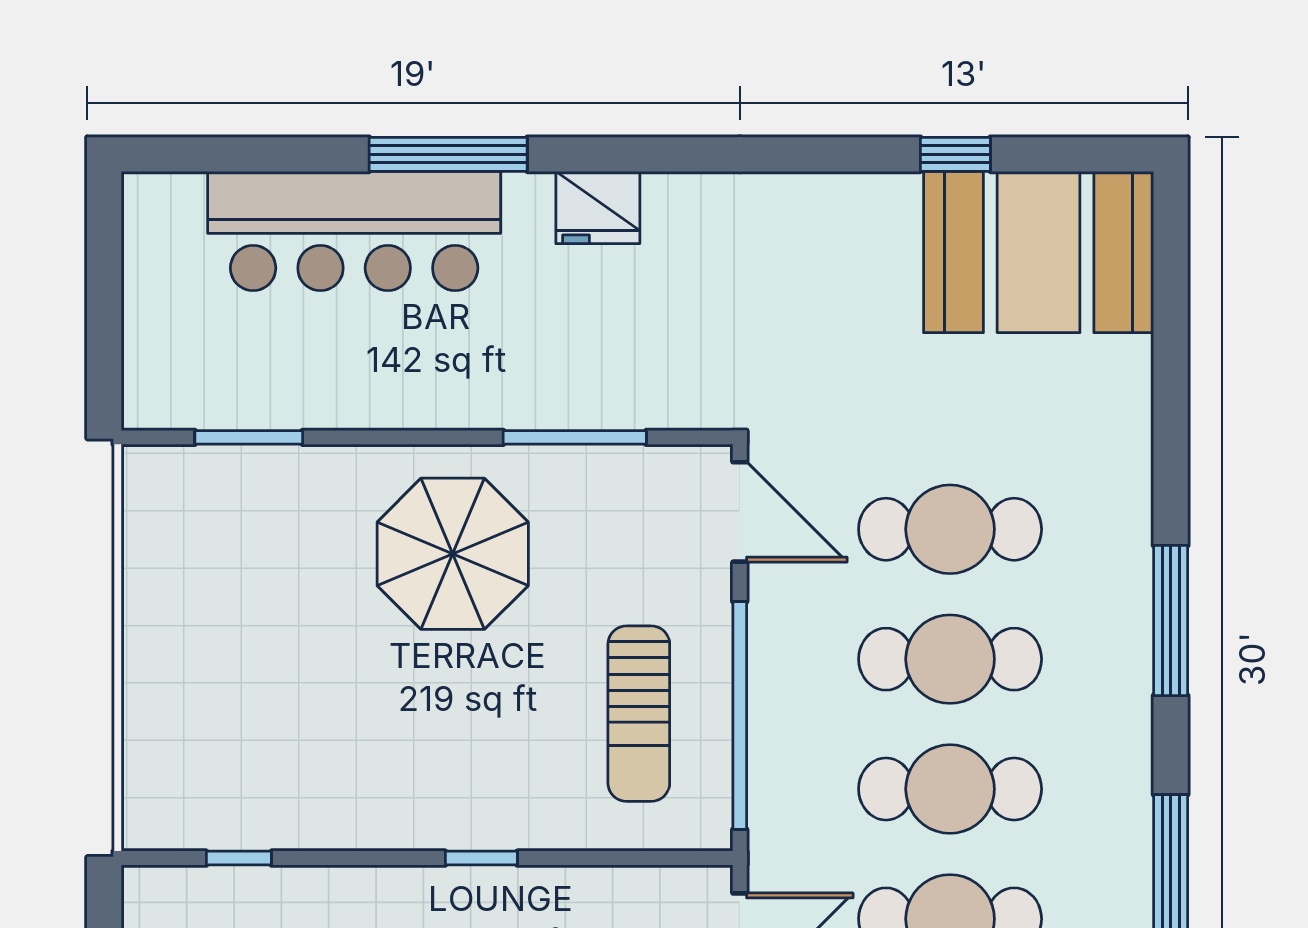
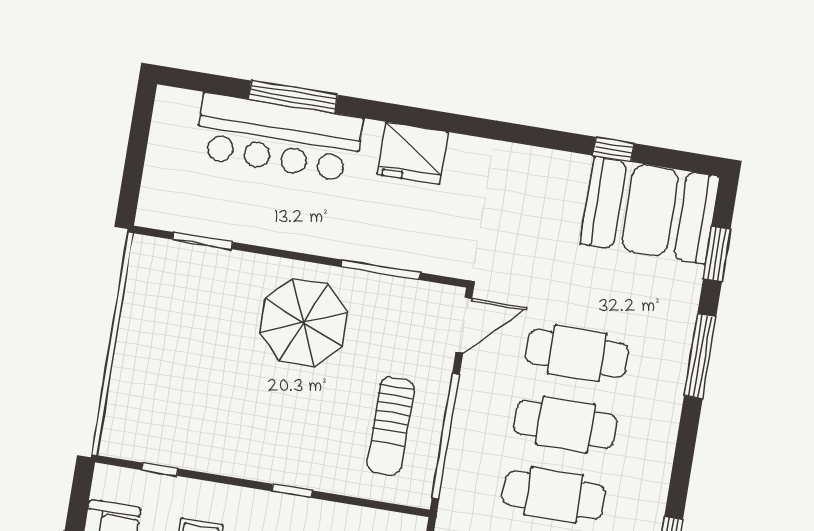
window: (448, 154) -> (293, 97), moved
fridge: (598, 208) -> (413, 153), width x1.36, depth x1.34
window: (1171, 311) -> (717, 254), added
door: (740, 512) -> (464, 325), hinge flipped
window: (1171, 621) -> (700, 356), moved

